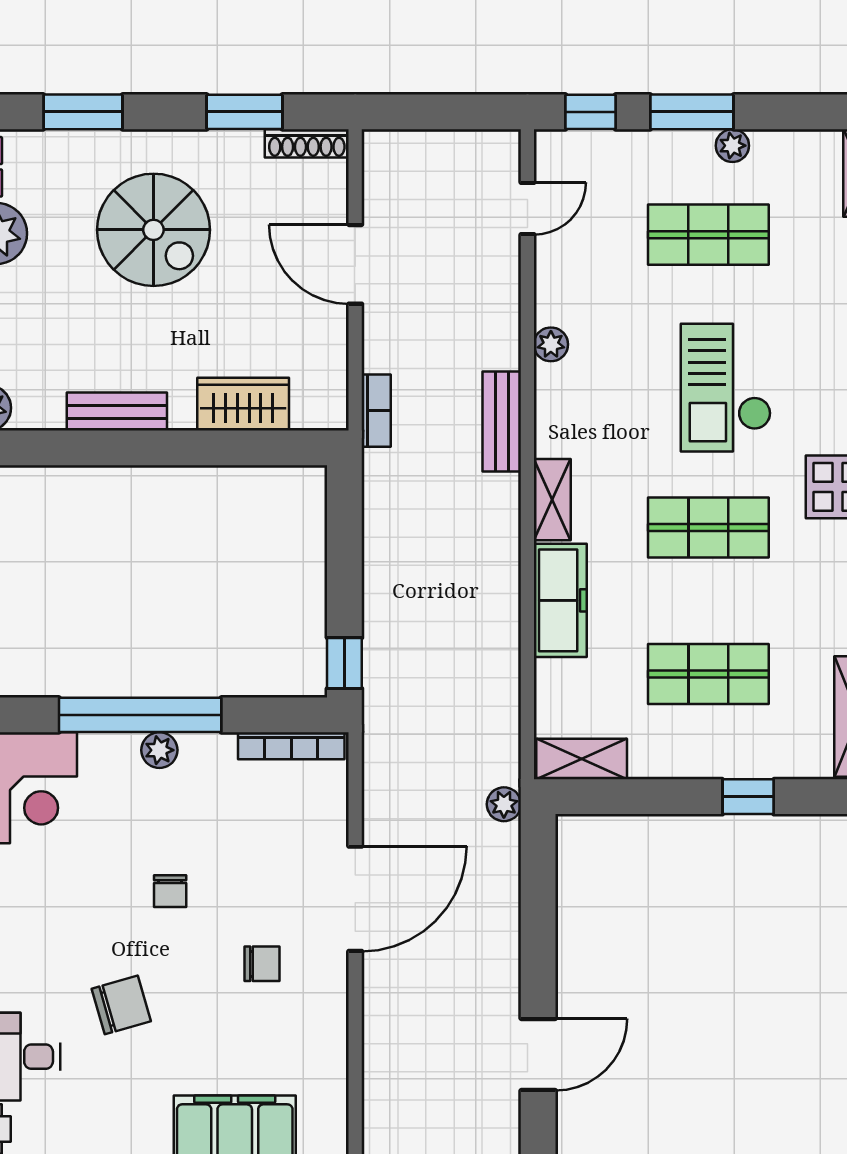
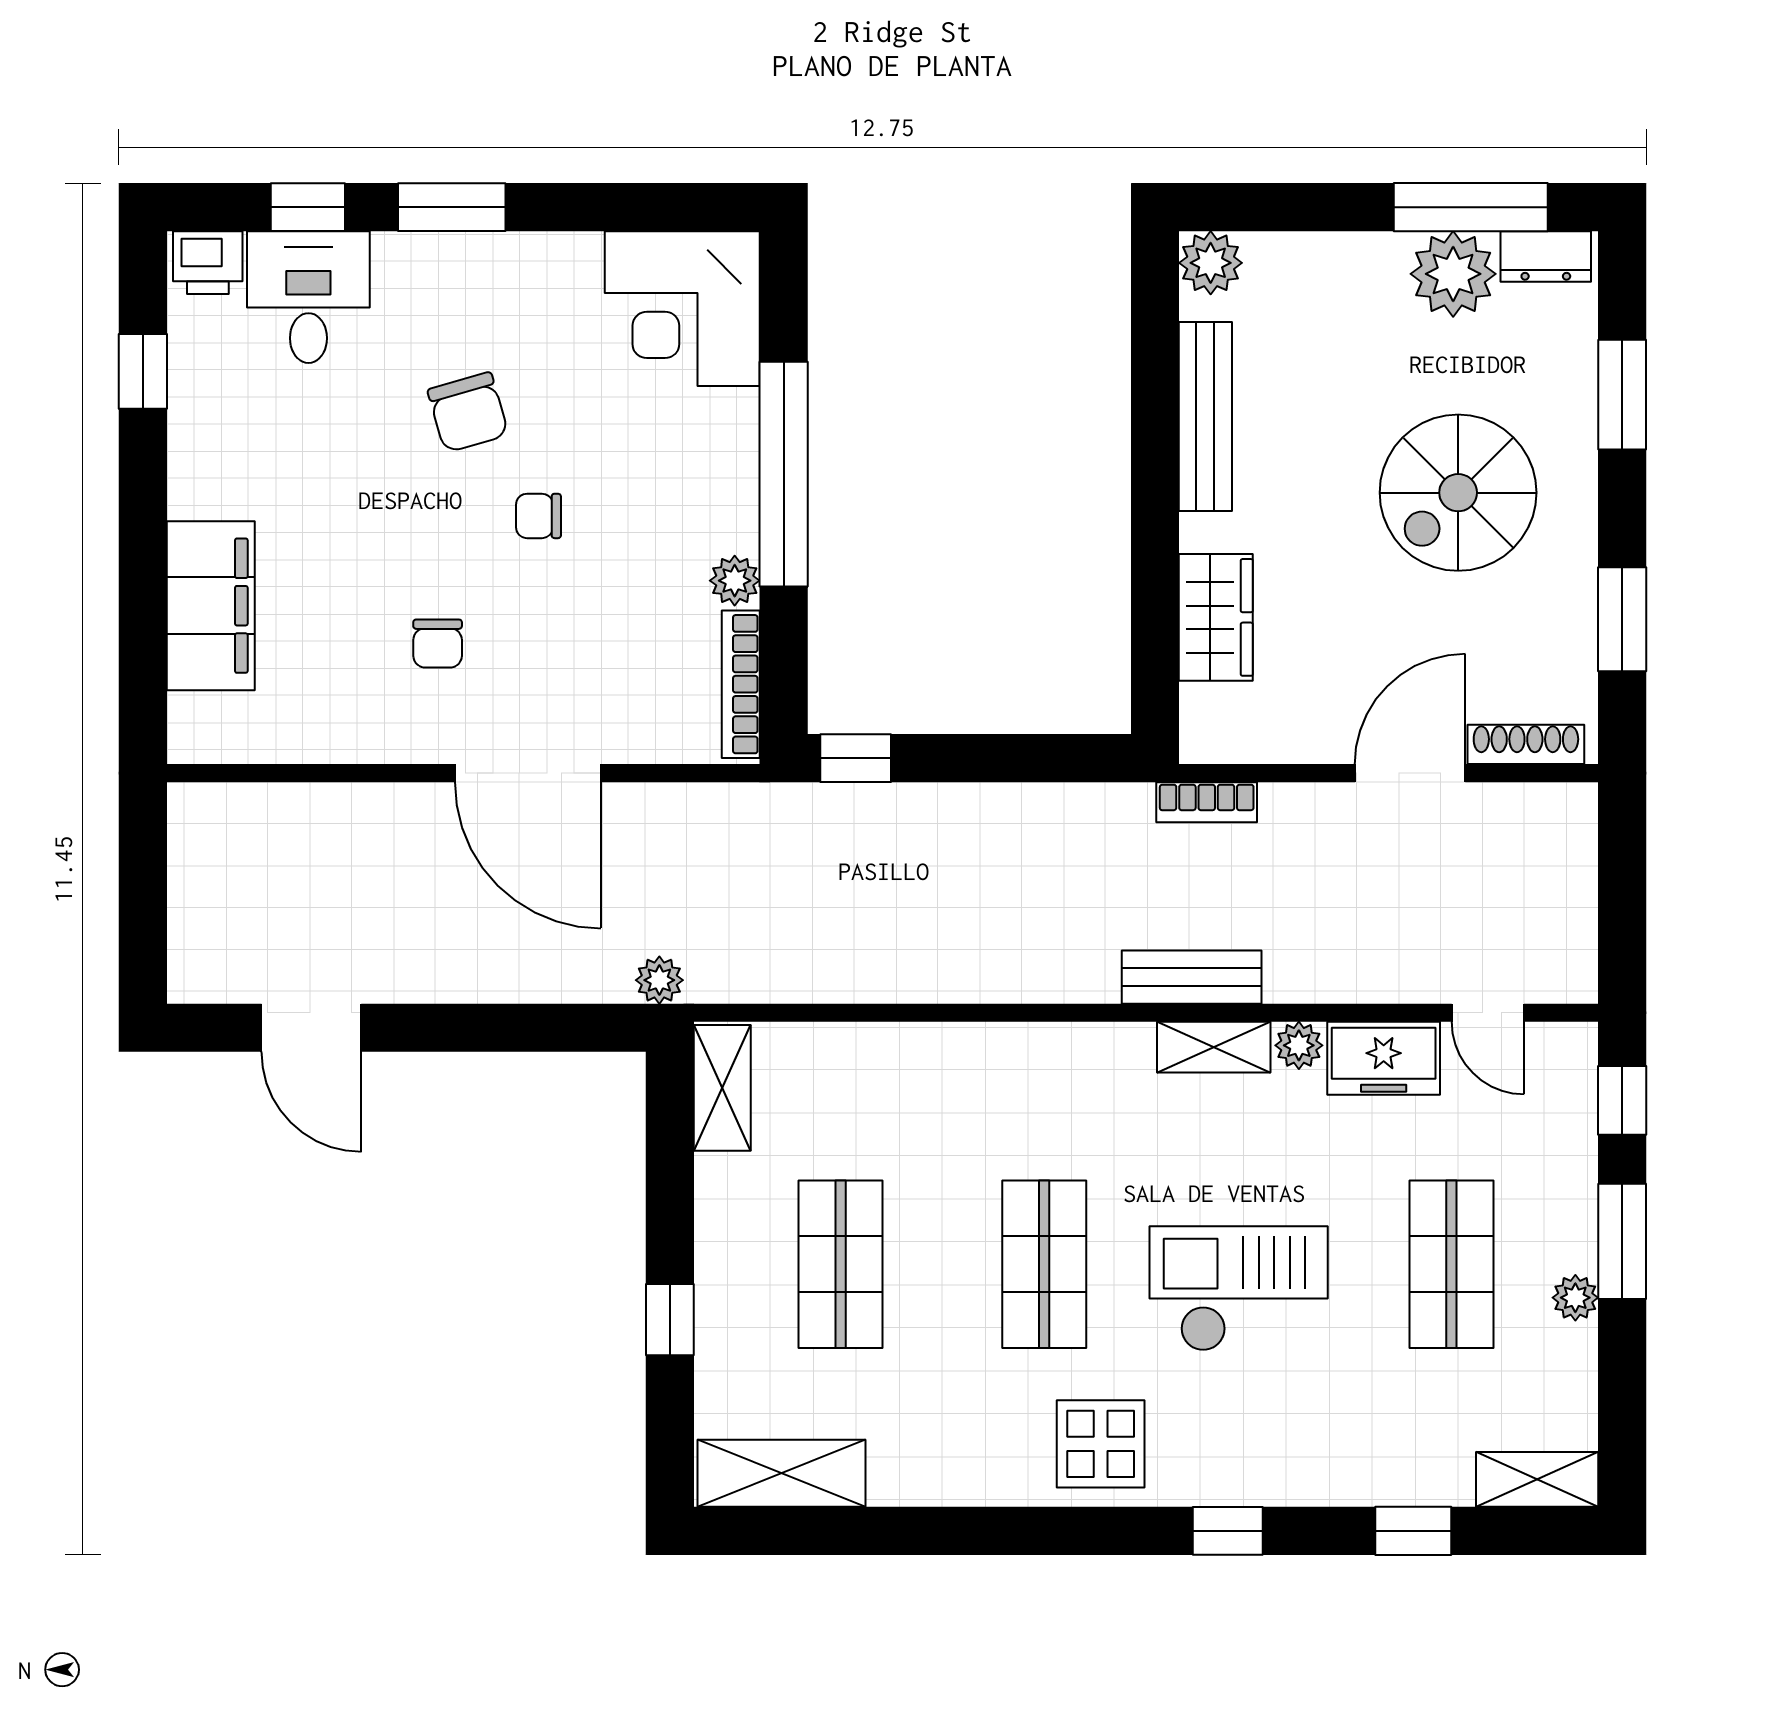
shoe rack: (307, 143) -> (1526, 744), moved, turned 90
bench: (117, 412) -> (1205, 417), width x1.36
shelving: (552, 500) -> (1214, 1047), moved
freezer: (560, 600) -> (1384, 1058), moved, width x0.71
plant: (159, 750) -> (735, 581), moved
chair: (121, 1005) -> (468, 412), moved

